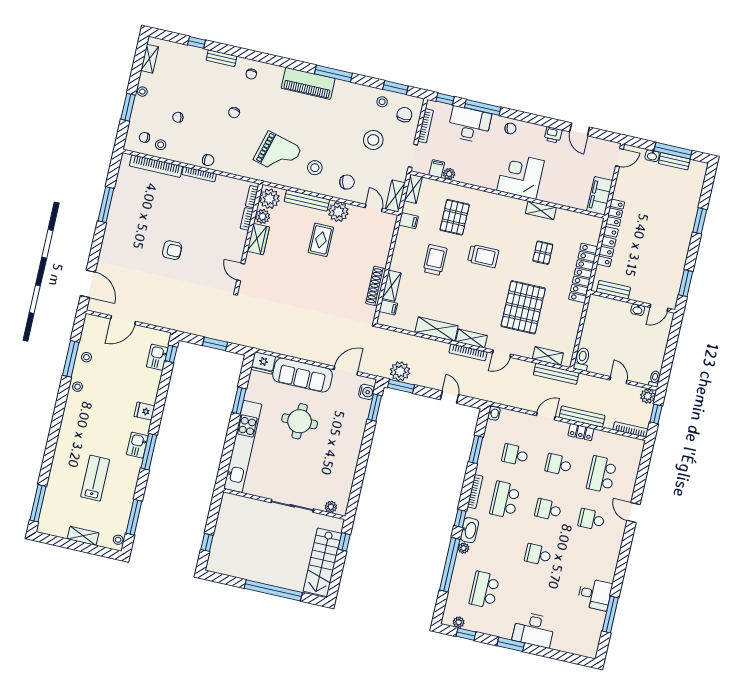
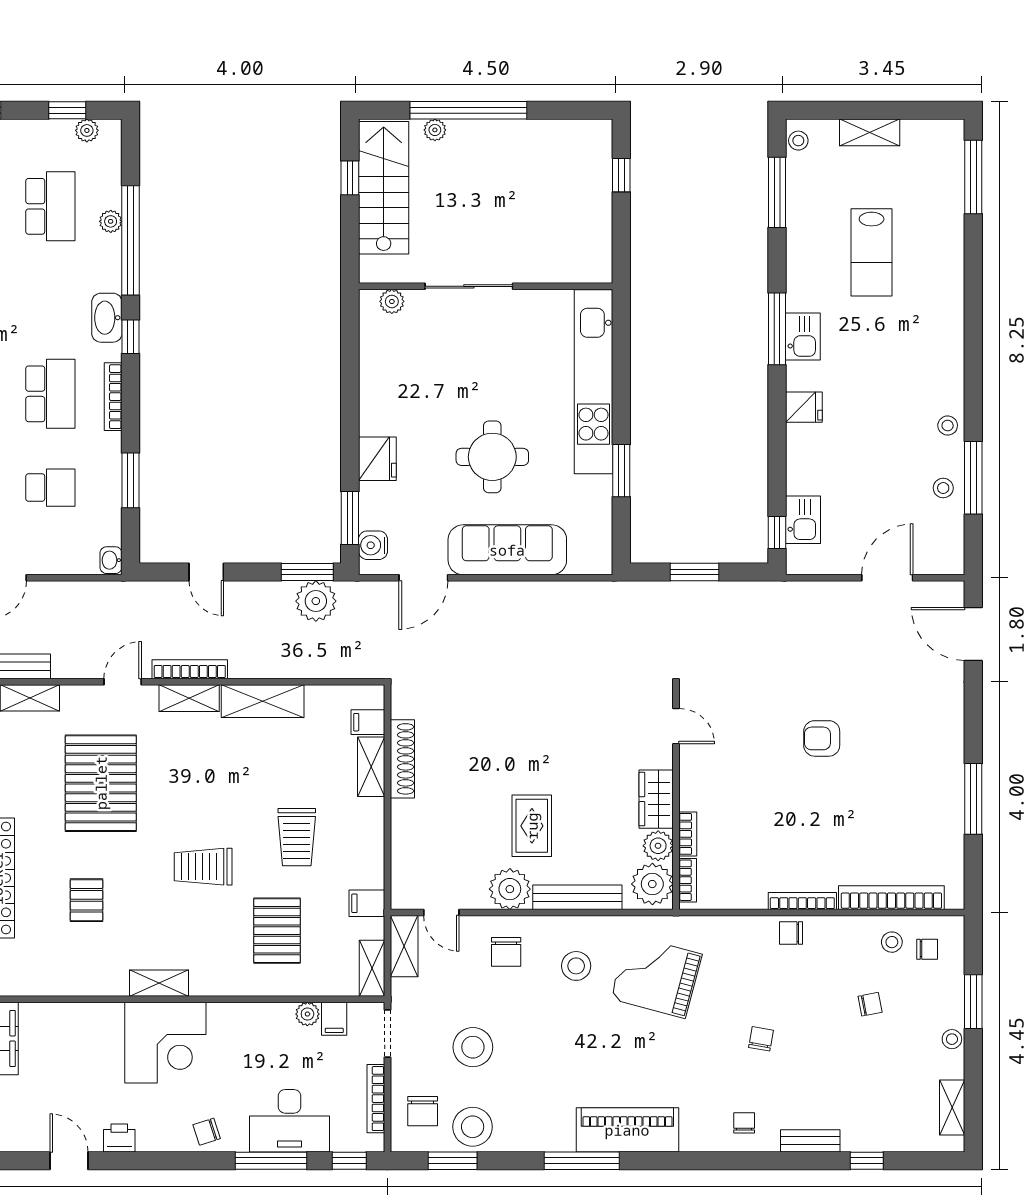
stool: (382, 102) -> (473, 1127), width x1.89, depth x1.89
chair: (347, 182) -> (506, 952), turned -73
shelving: (541, 210) -> (159, 983), moved
fridge: (263, 363) -> (377, 459), moved, turned 90
window: (344, 542) -> (350, 178), moved
plant: (464, 548) -> (111, 221), moved
plant: (291, 585) -> (435, 130), added

